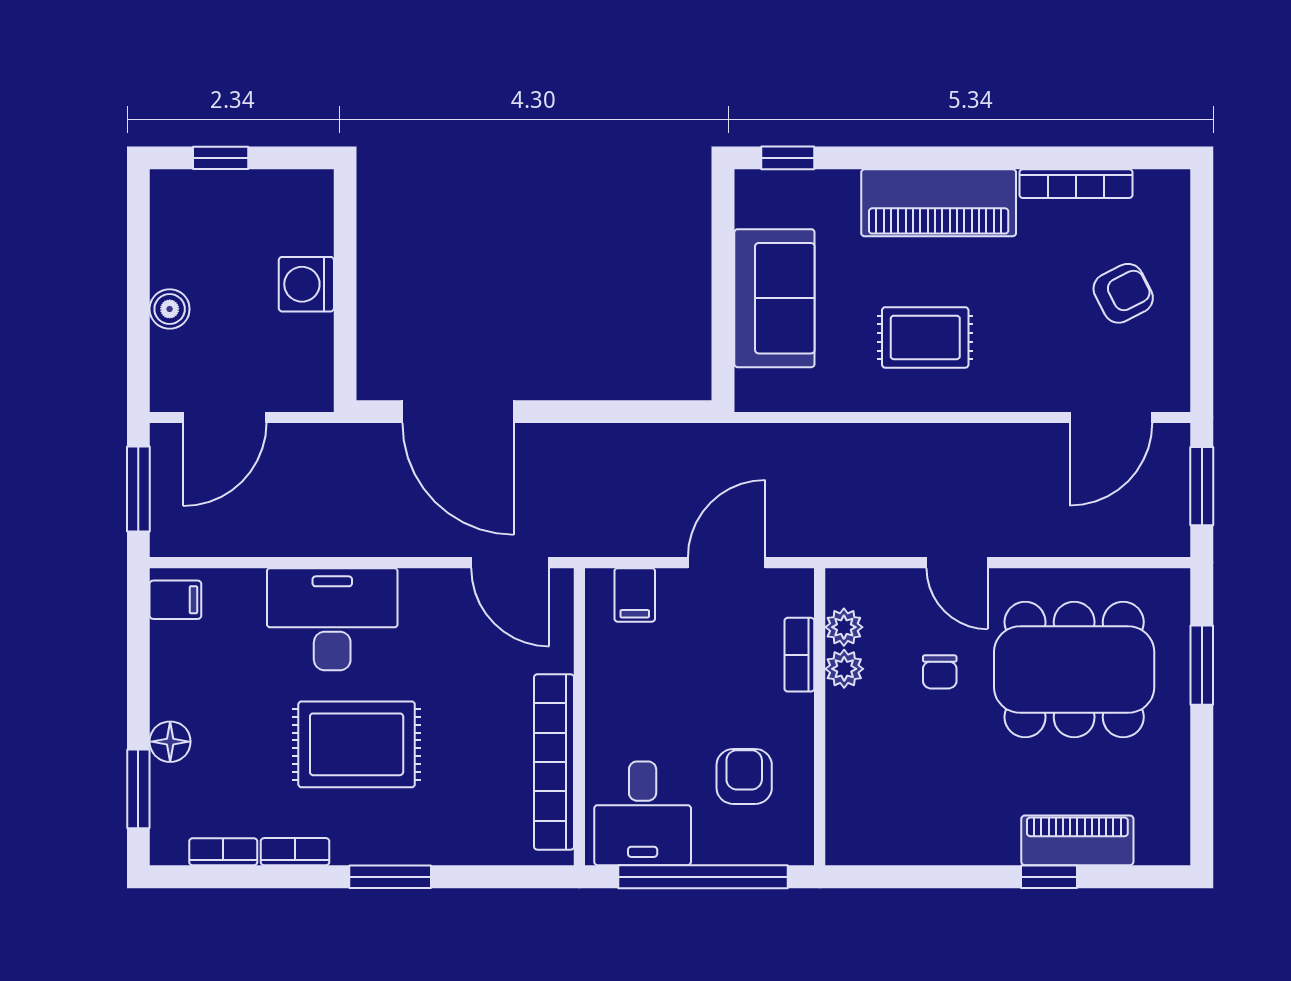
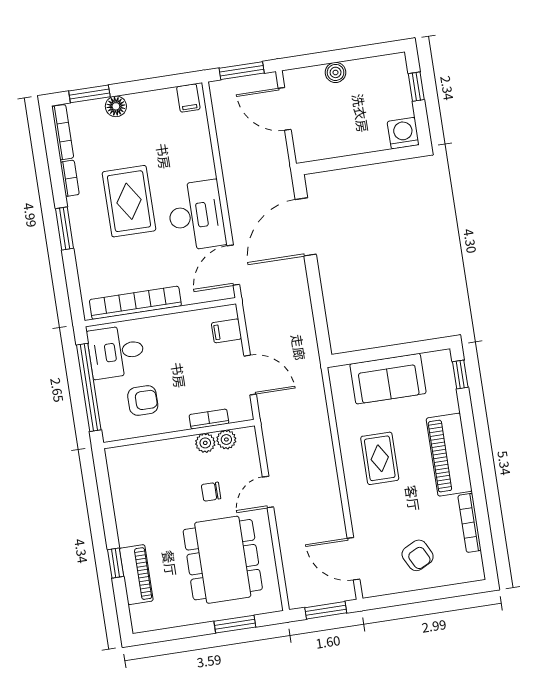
washing machine: (306, 284) -> (403, 133), moved
desk: (332, 619) -> (196, 216), moved
bookcase: (223, 852) -> (63, 132), width x1.56

